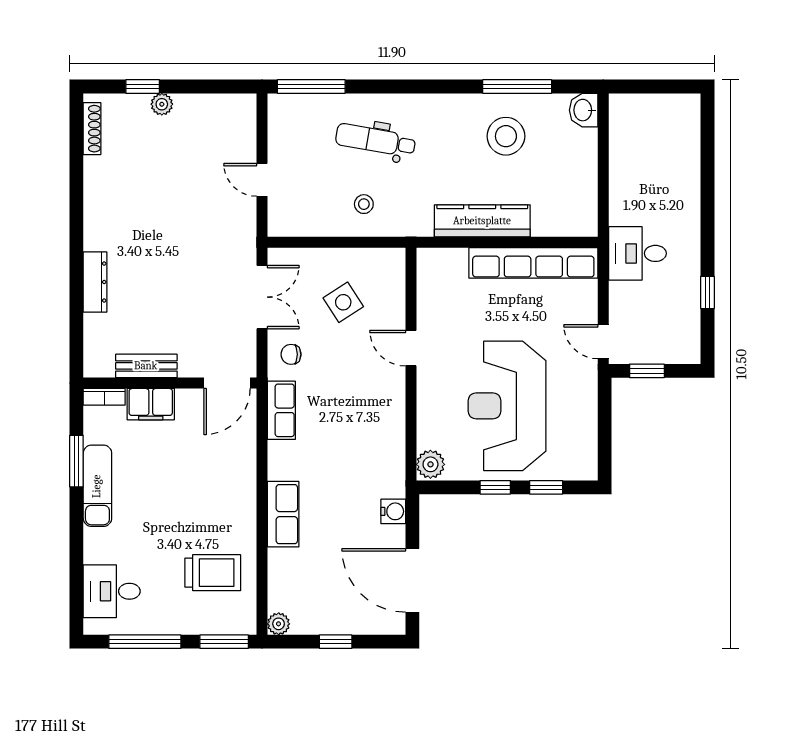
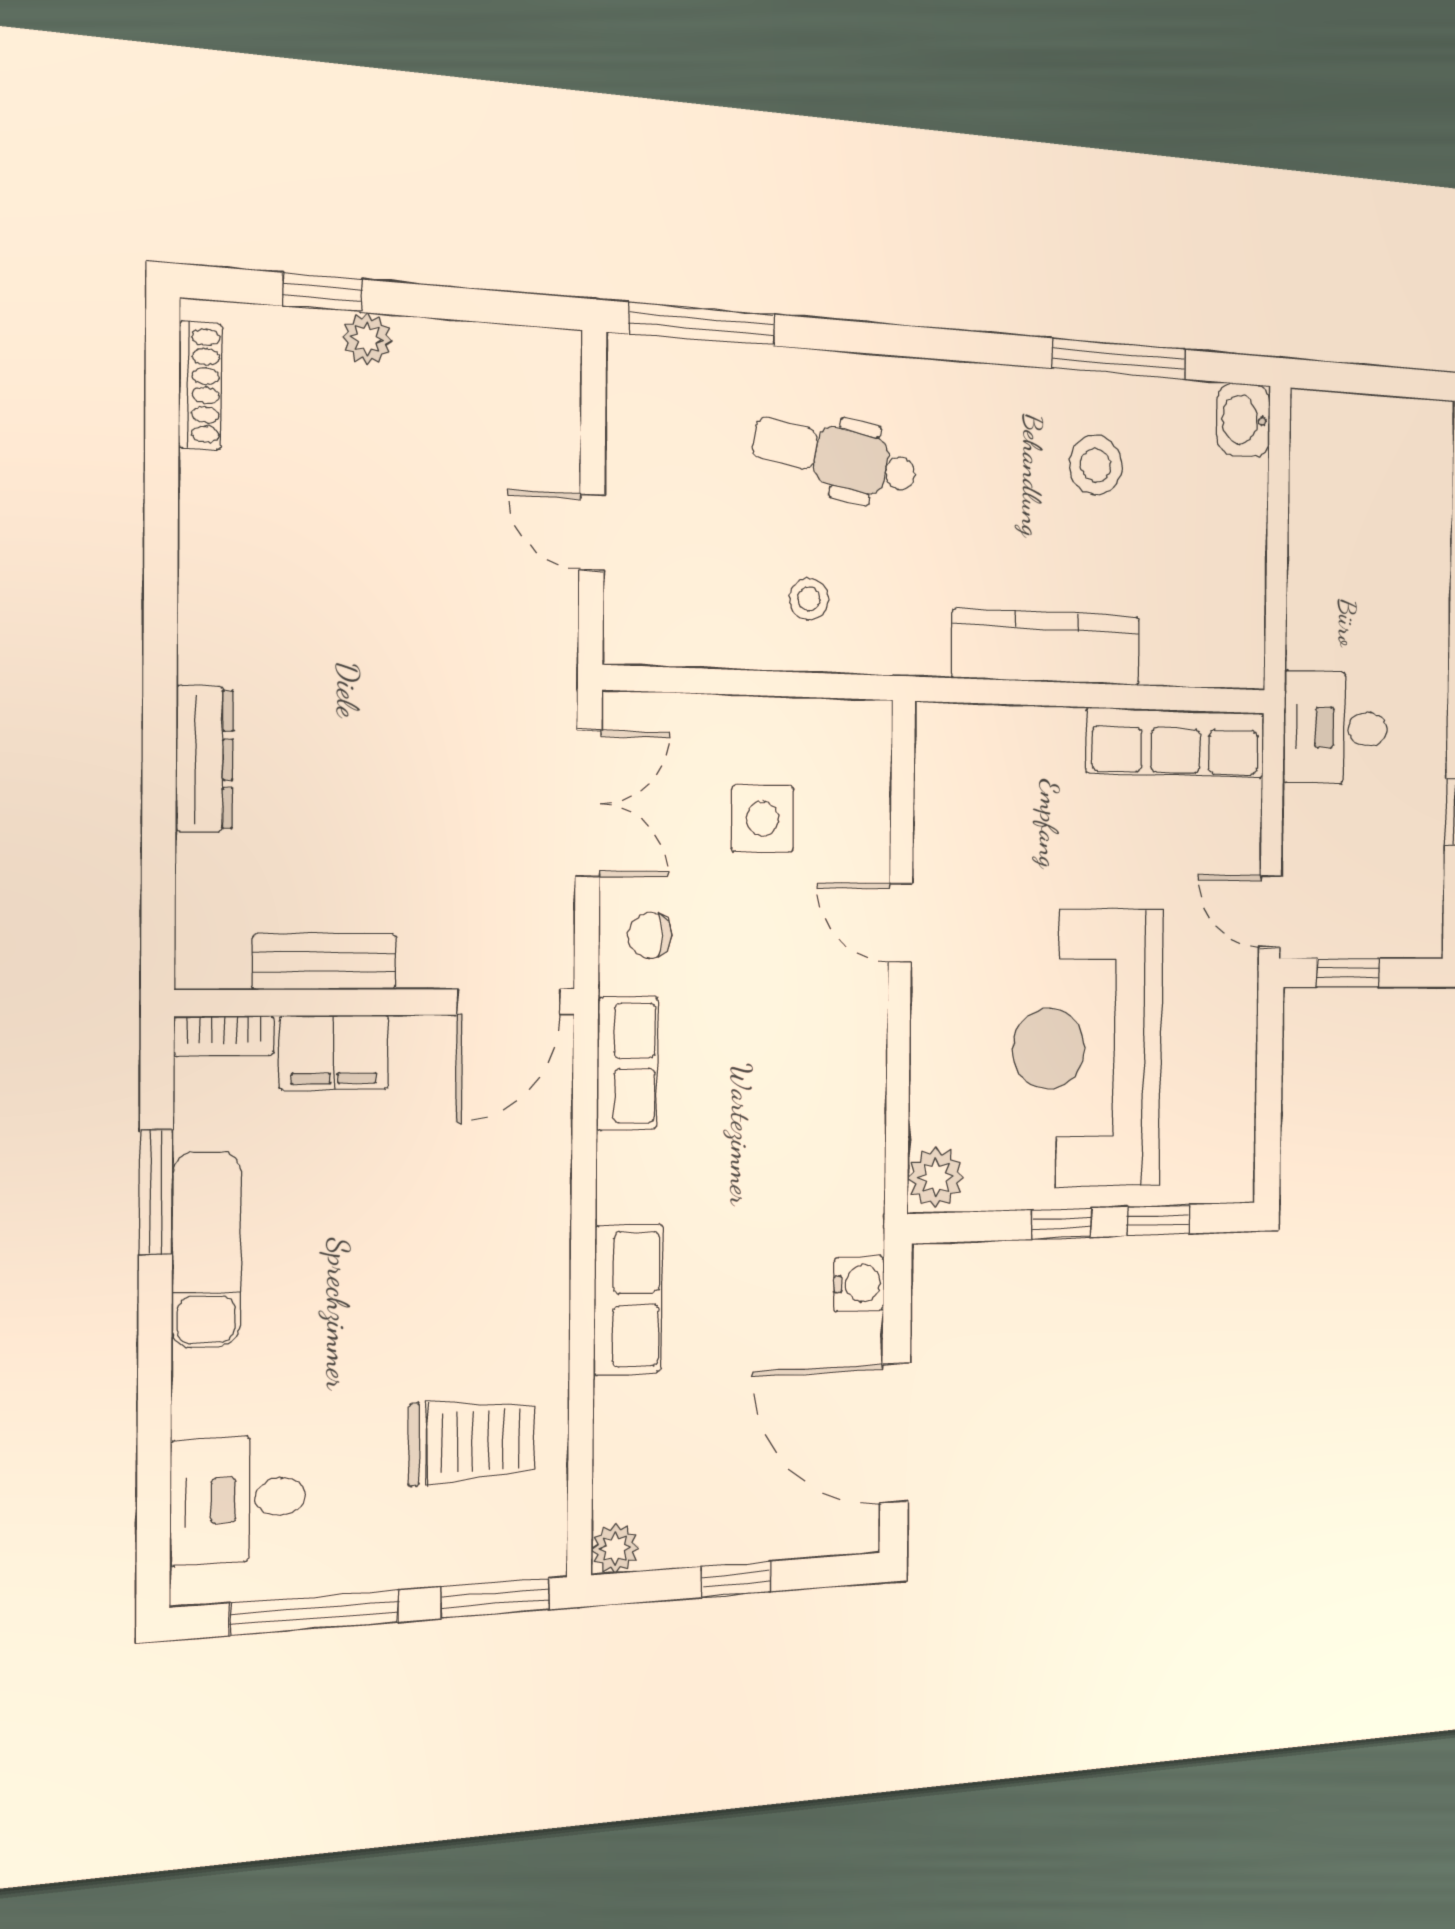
stool: (506, 136) -> (1096, 465), width x0.73, depth x0.73
row of seats: (533, 263) -> (1176, 743), width x0.73
side table: (343, 302) -> (763, 819), turned 33

